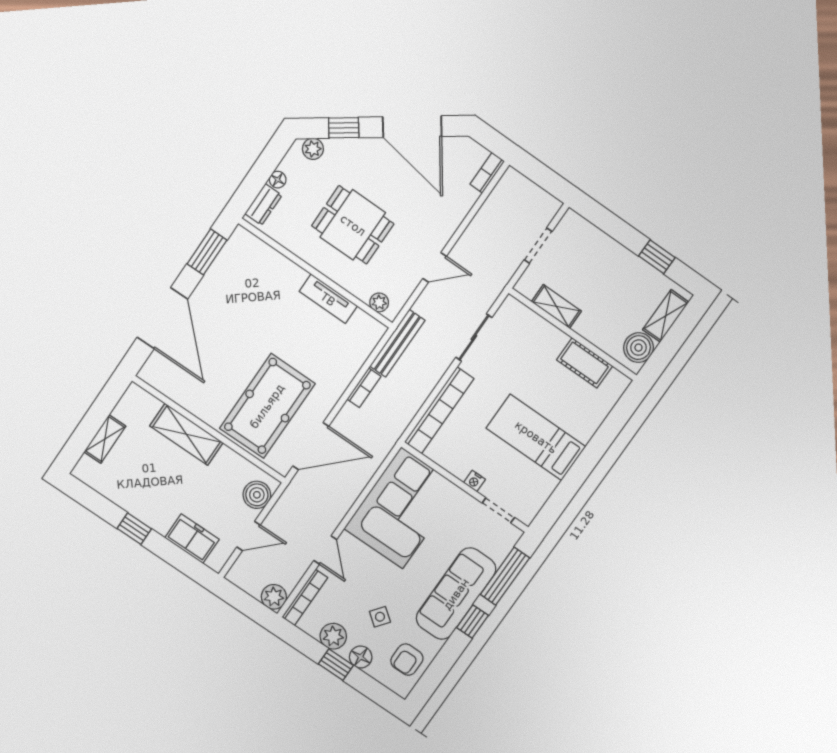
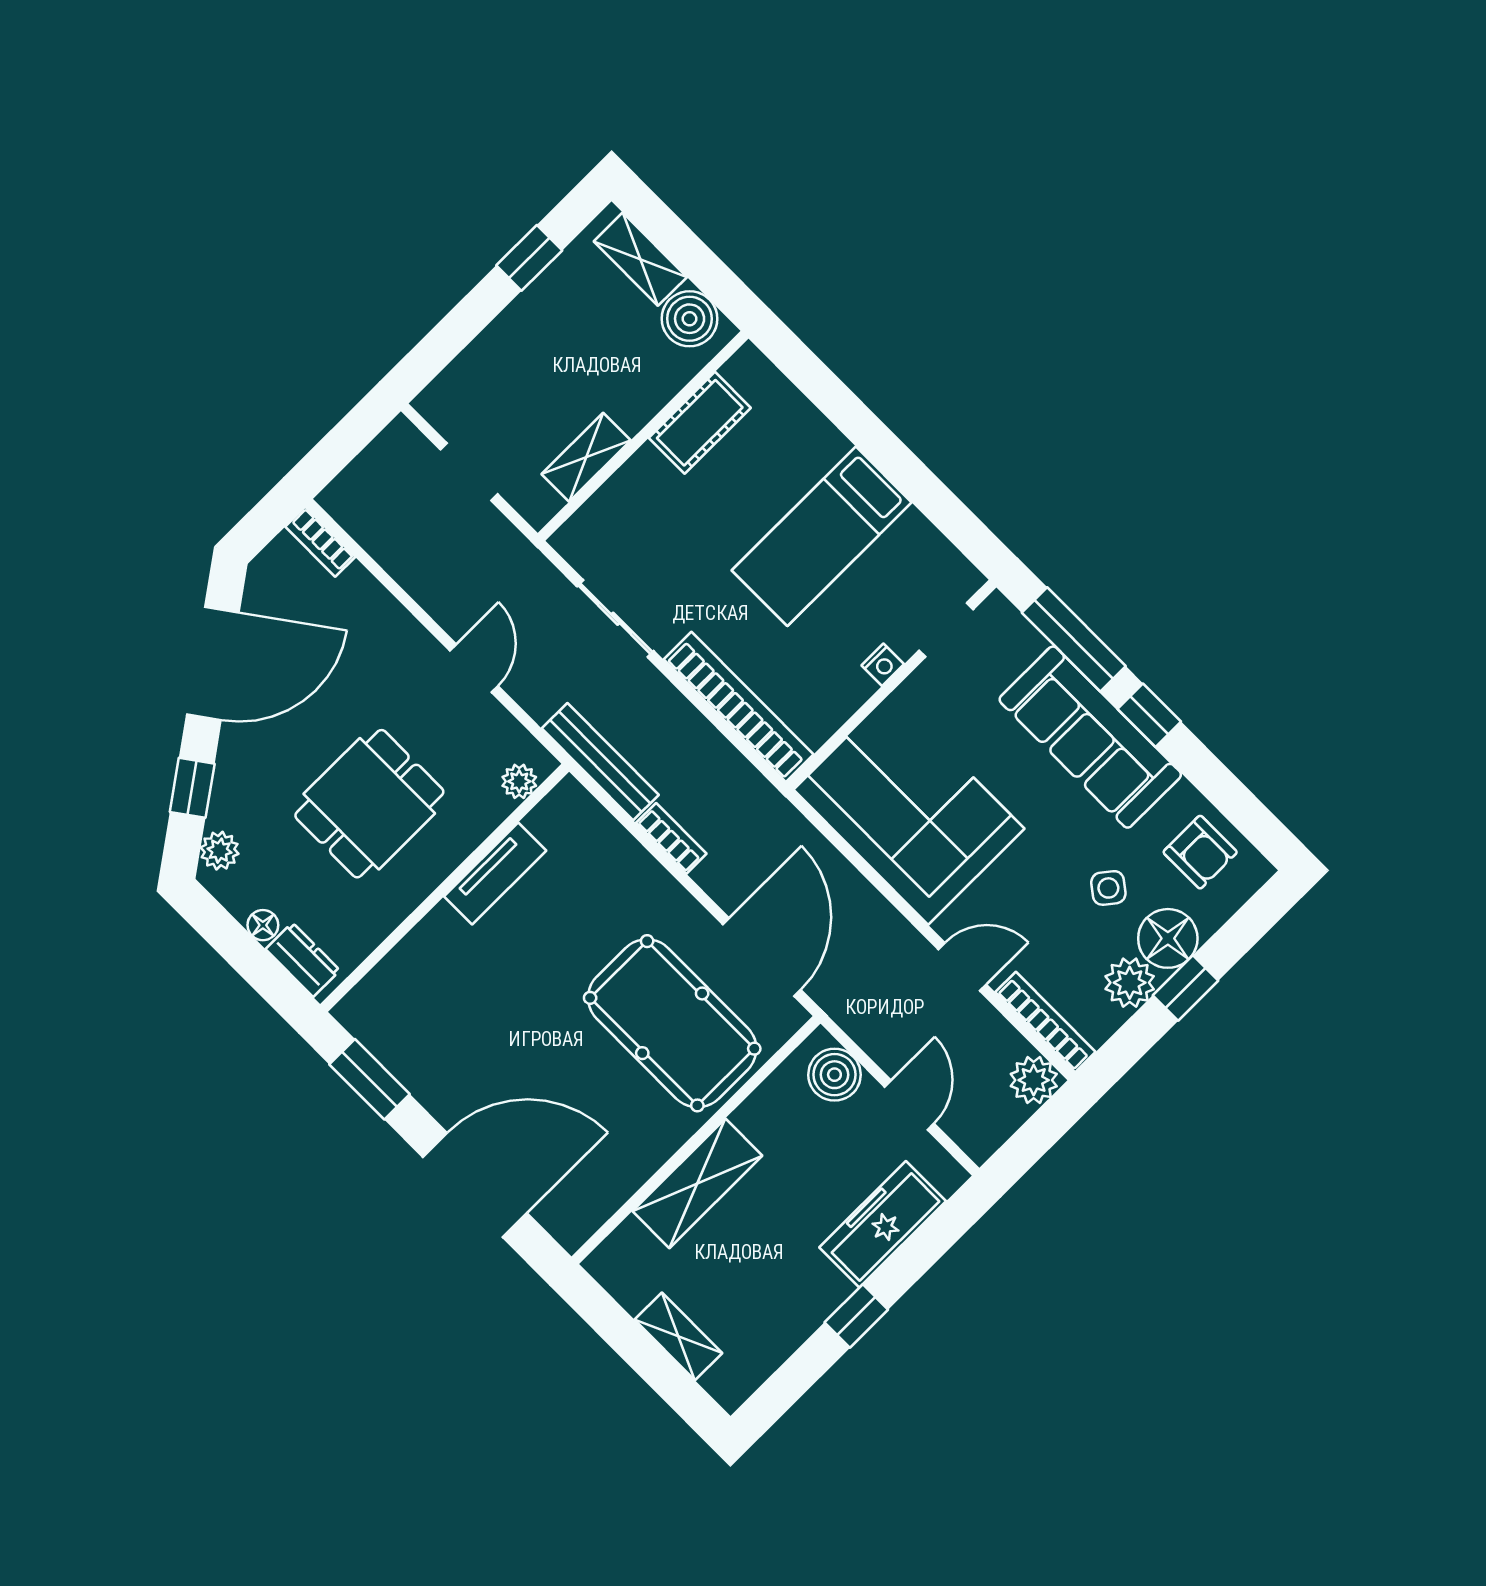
freezer: (192, 539) -> (883, 1224), width x1.40
floor lamp: (361, 657) -> (1168, 938), width x1.38, depth x1.38

